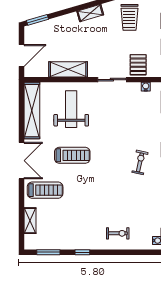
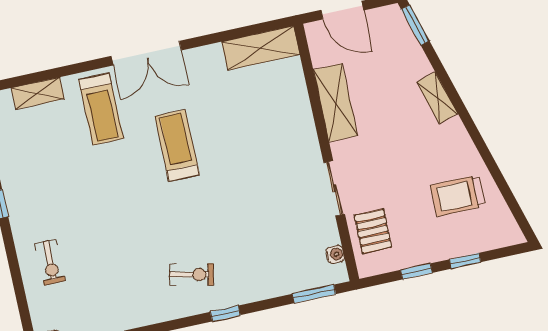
shelving: (90, 13) -> (437, 98), moved
pallet: (138, 65) -> (373, 231), turned 90
weight bench: (71, 109) -> (263, 125), removed
shelving: (32, 111) -> (261, 48), width x0.68
treadmill: (72, 155) -> (177, 145), turned 180

